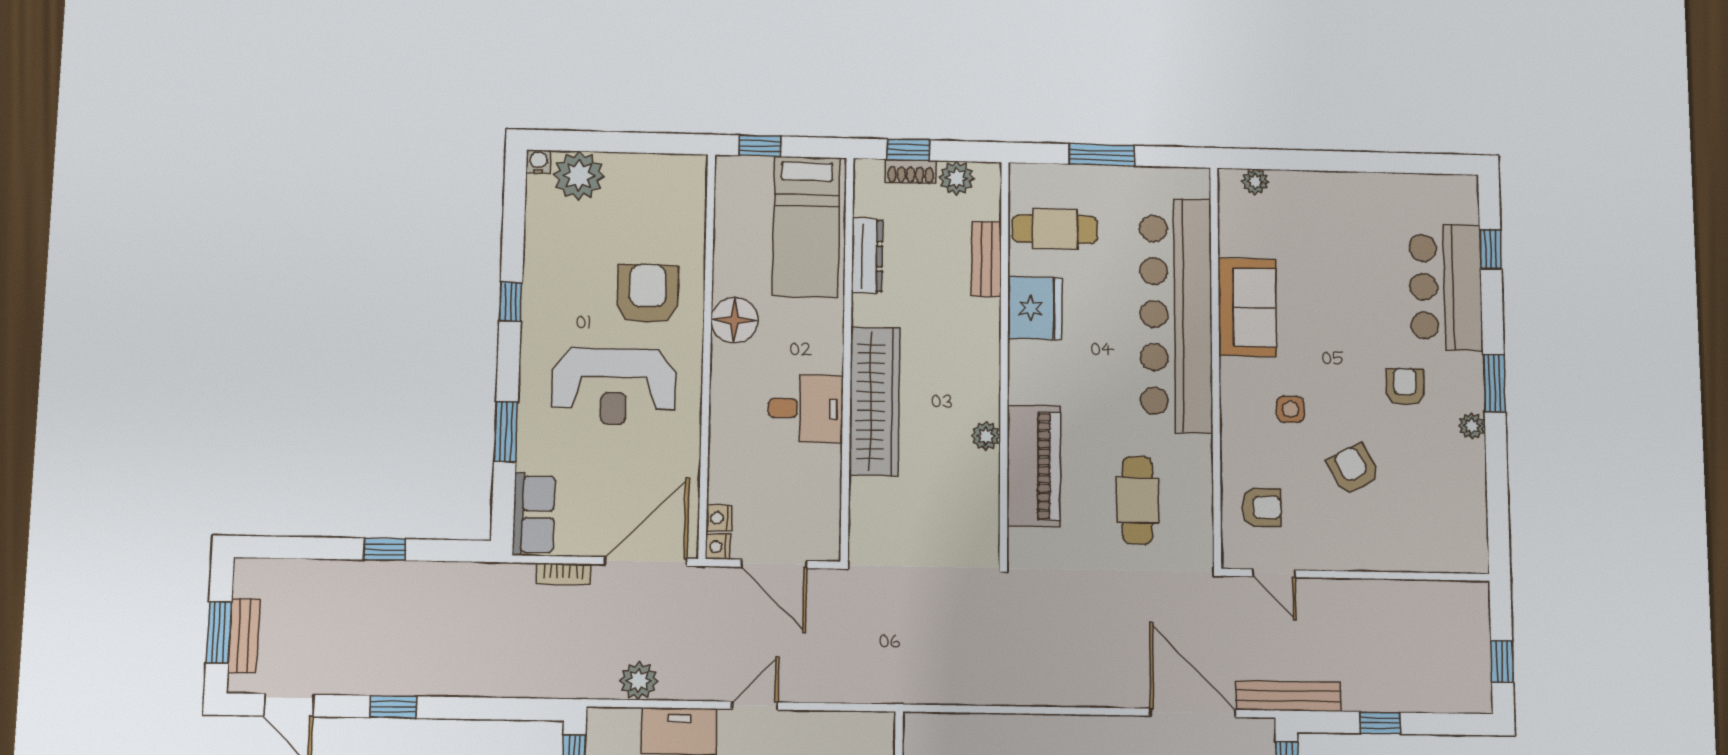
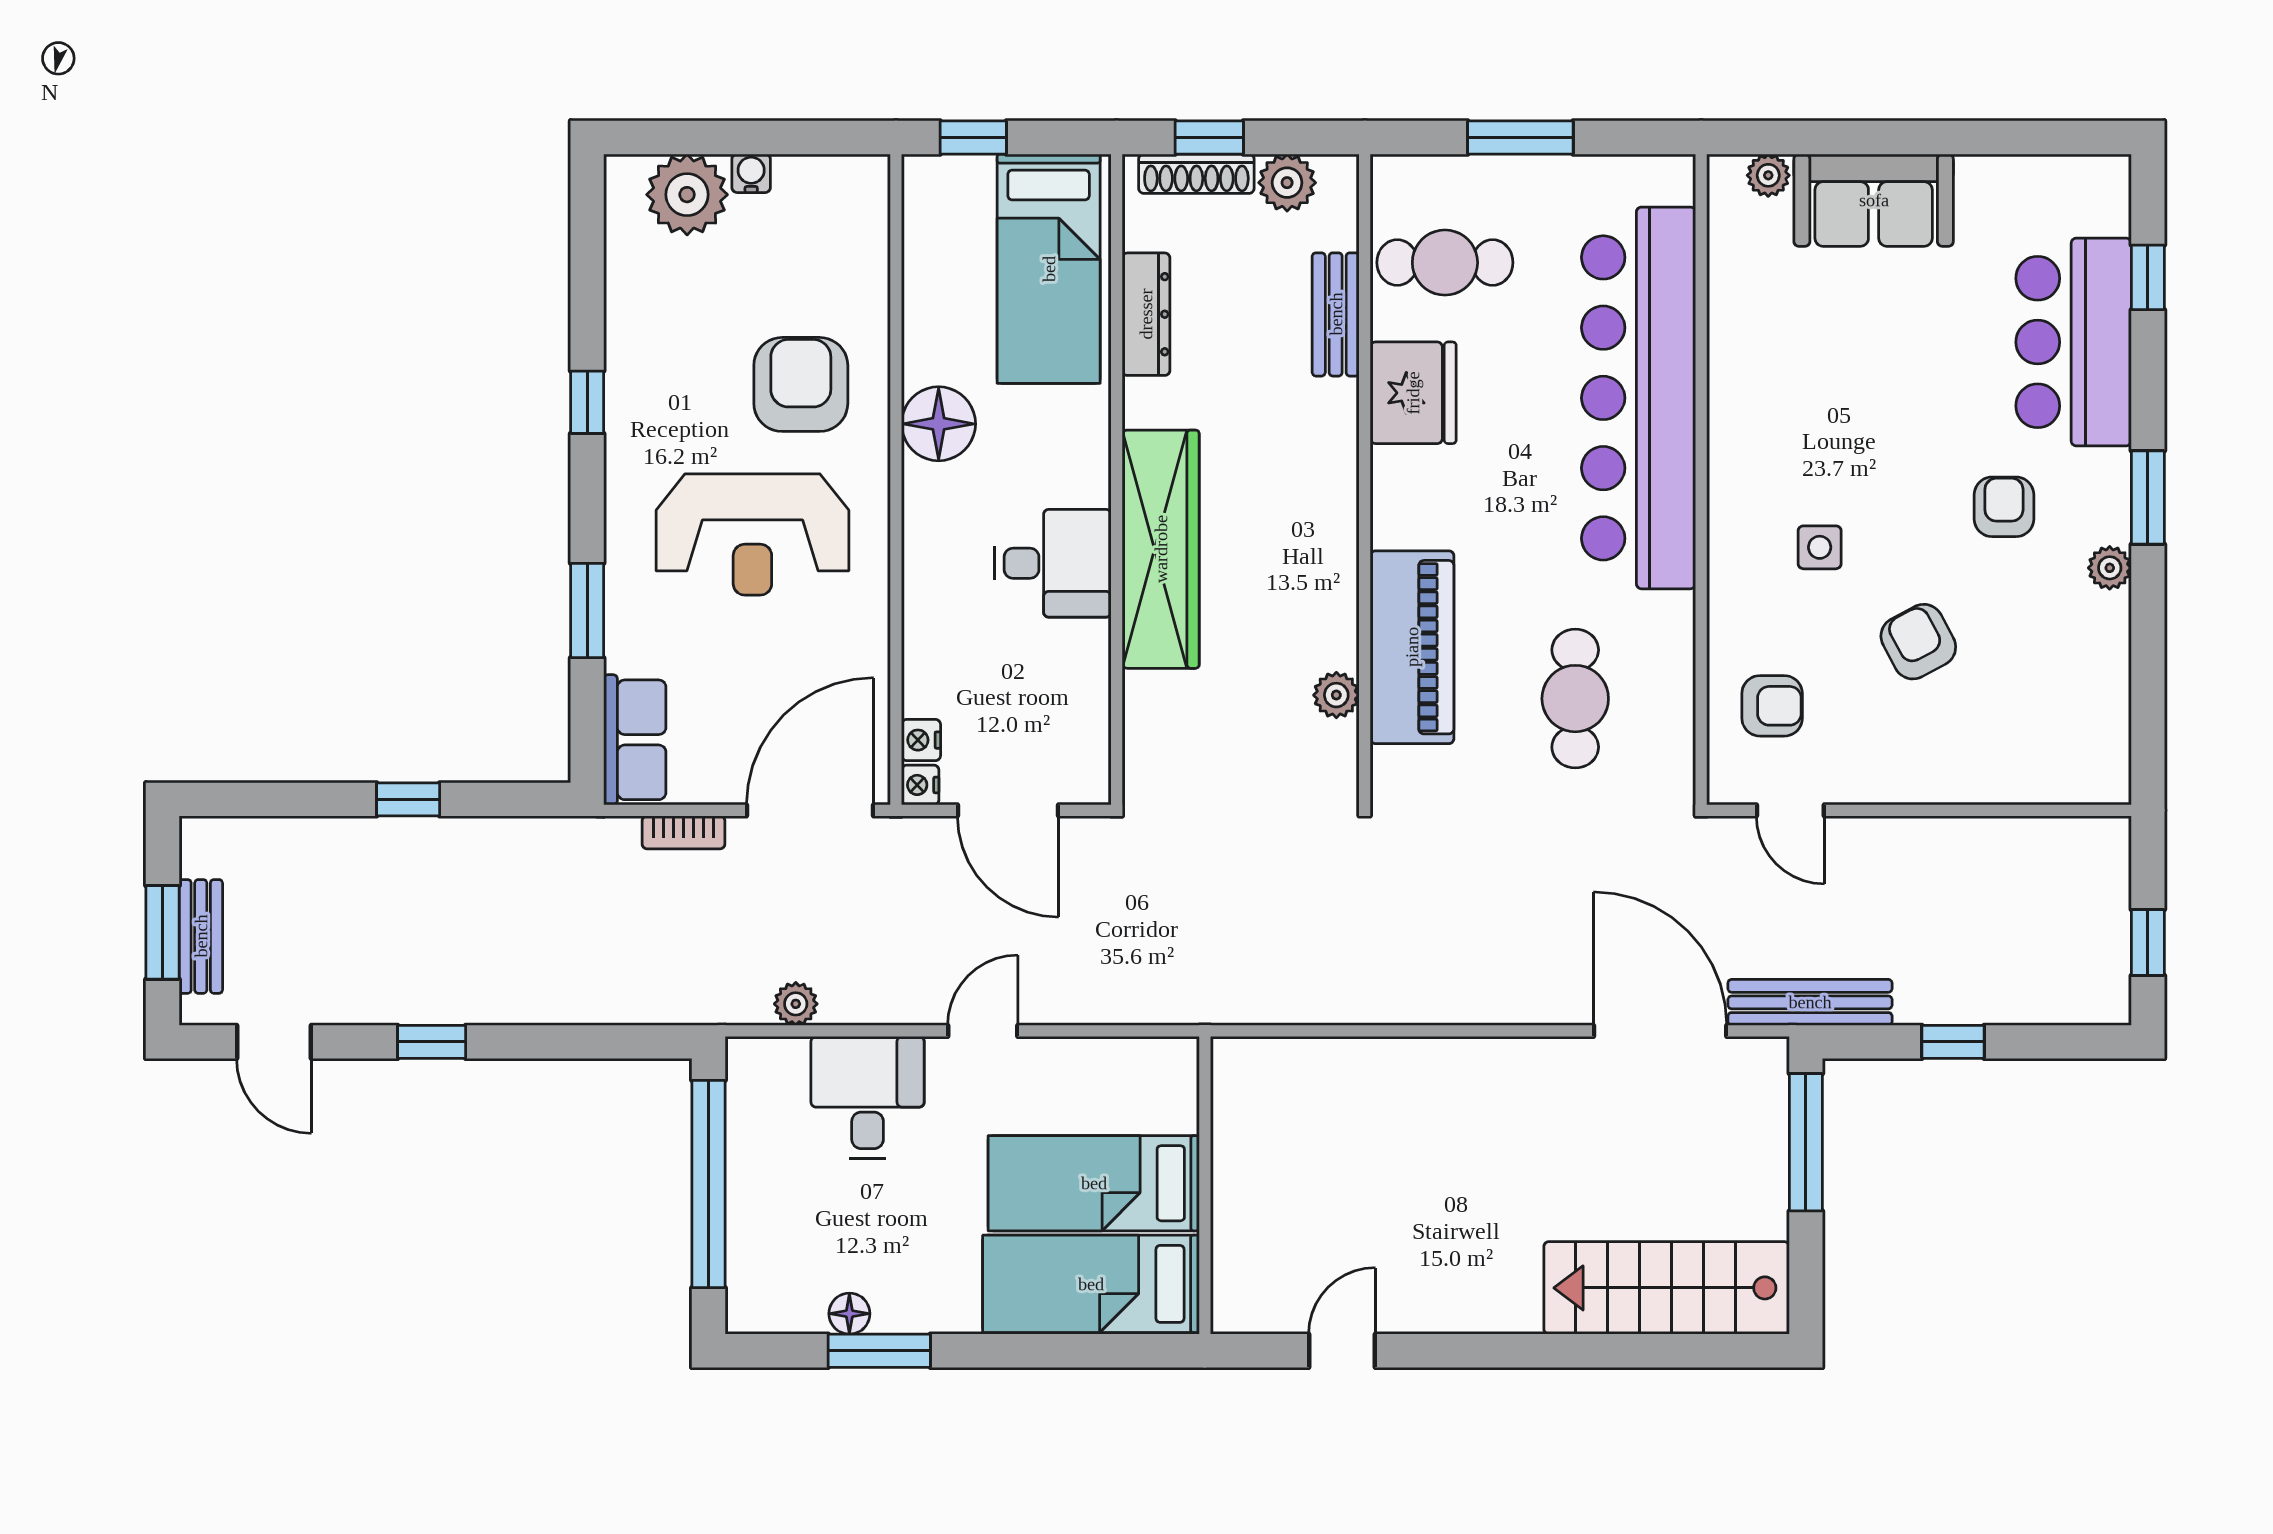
water cooler: (539, 162) -> (751, 173), moved
shoe rack: (911, 172) -> (1196, 174), width x1.43
sofa: (1247, 307) -> (1874, 200), moved, turned 90
plant: (986, 436) -> (1336, 695), moved
plant: (639, 681) -> (796, 1004), width x0.73, depth x0.73

